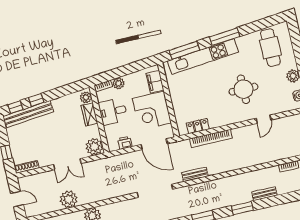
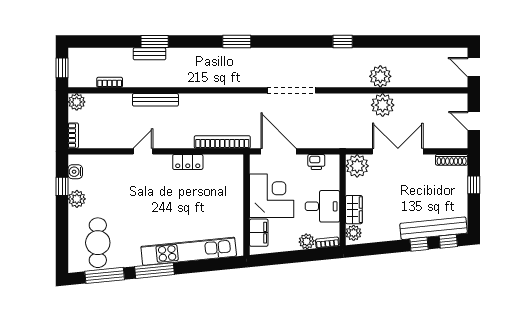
window: (184, 50) -> (105, 275), moved
round table: (243, 89) -> (146, 196), removed
door: (264, 119) -> (143, 151), moved
locker: (198, 126) -> (188, 162), moved
bookcase: (211, 138) -> (222, 142), moved
double door: (67, 164) -> (398, 151), width x1.37
bench: (195, 174) -> (155, 100), moved, width x1.36
plant: (69, 199) -> (383, 105), moved
window: (242, 208) -> (155, 42), moved

